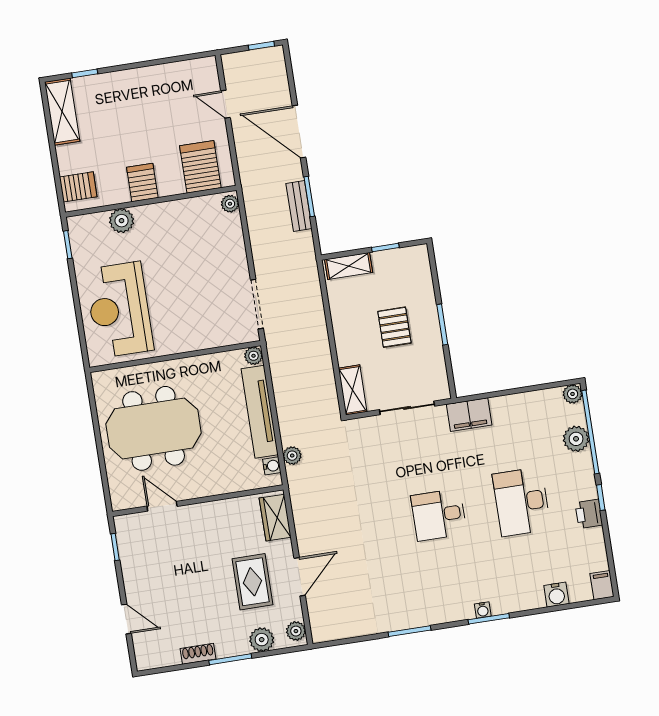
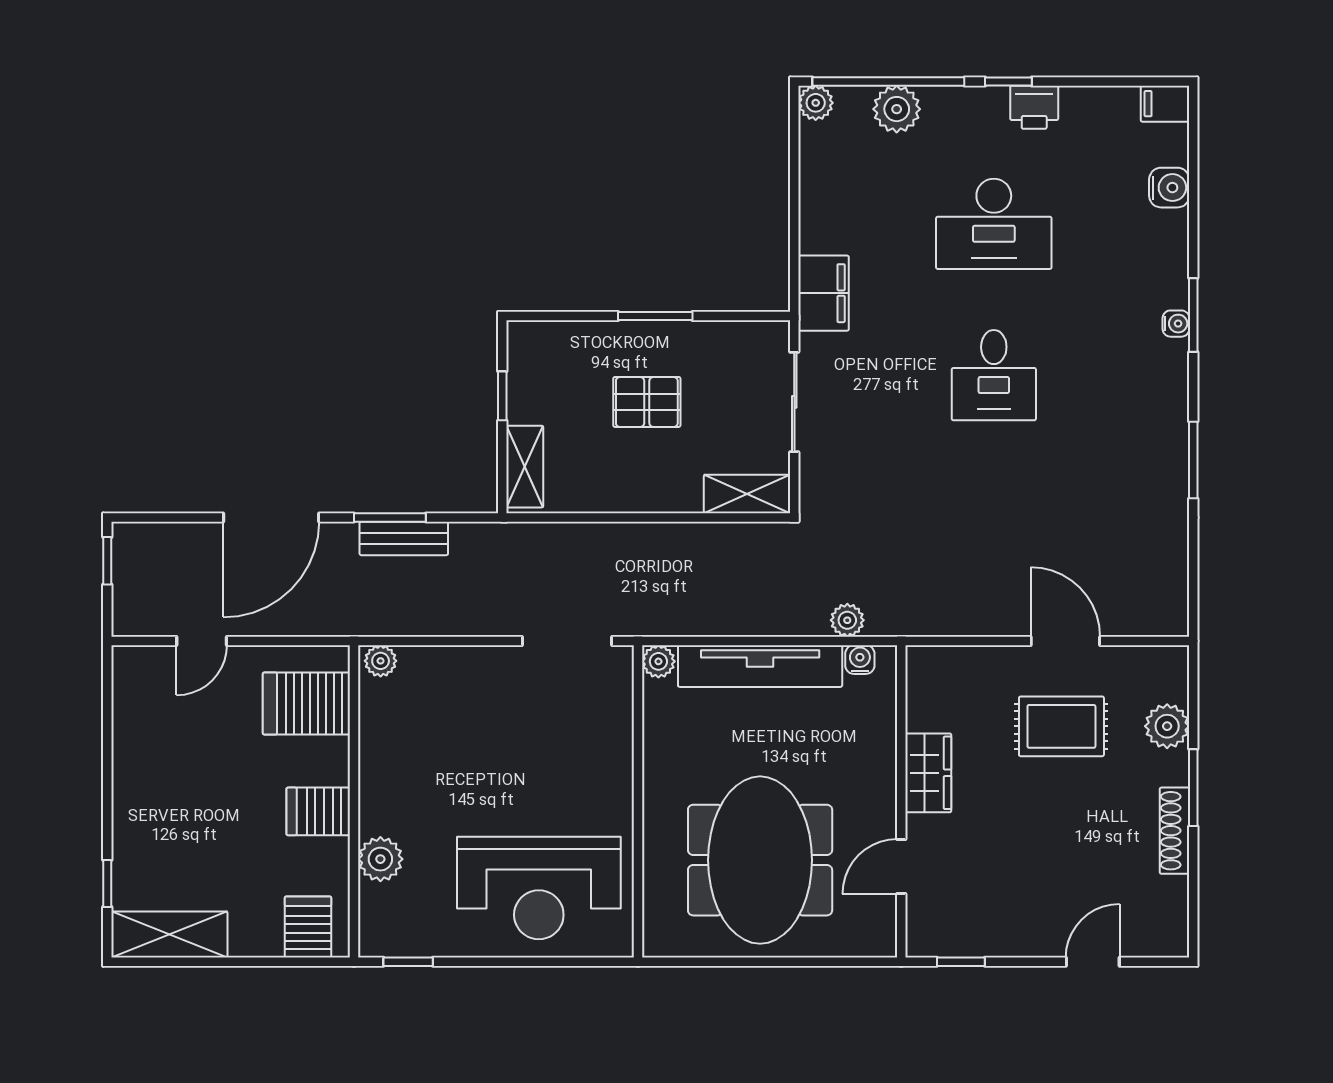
wardrobe: (275, 518) -> (928, 773), moved, turned -90
plant: (296, 631) -> (1161, 663), removed
shoe rack: (198, 654) -> (1175, 831), width x1.43

